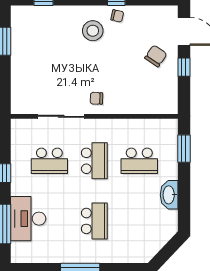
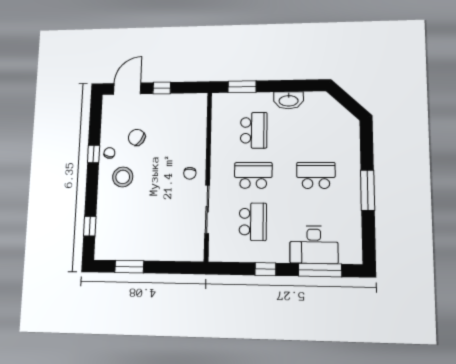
chair: (156, 56) -> (137, 137), moved

